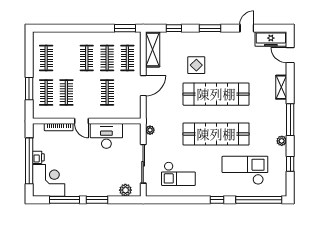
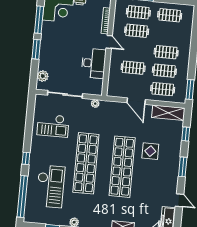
door: (81, 121) -> (109, 42), swing flipped
checkout: (178, 174) -> (53, 126), turned -90

